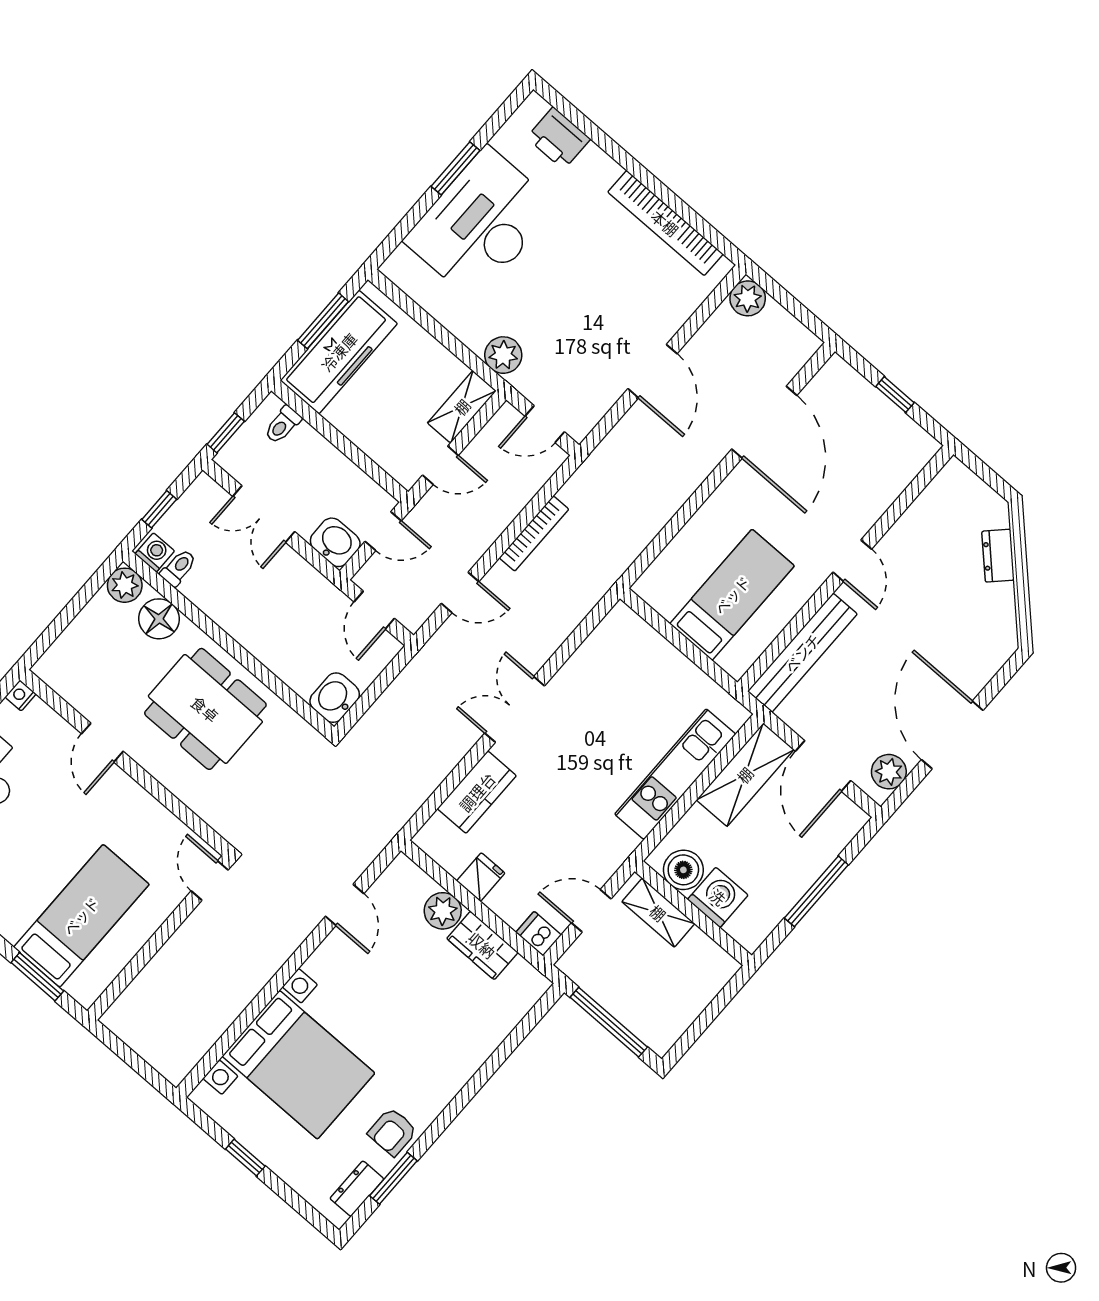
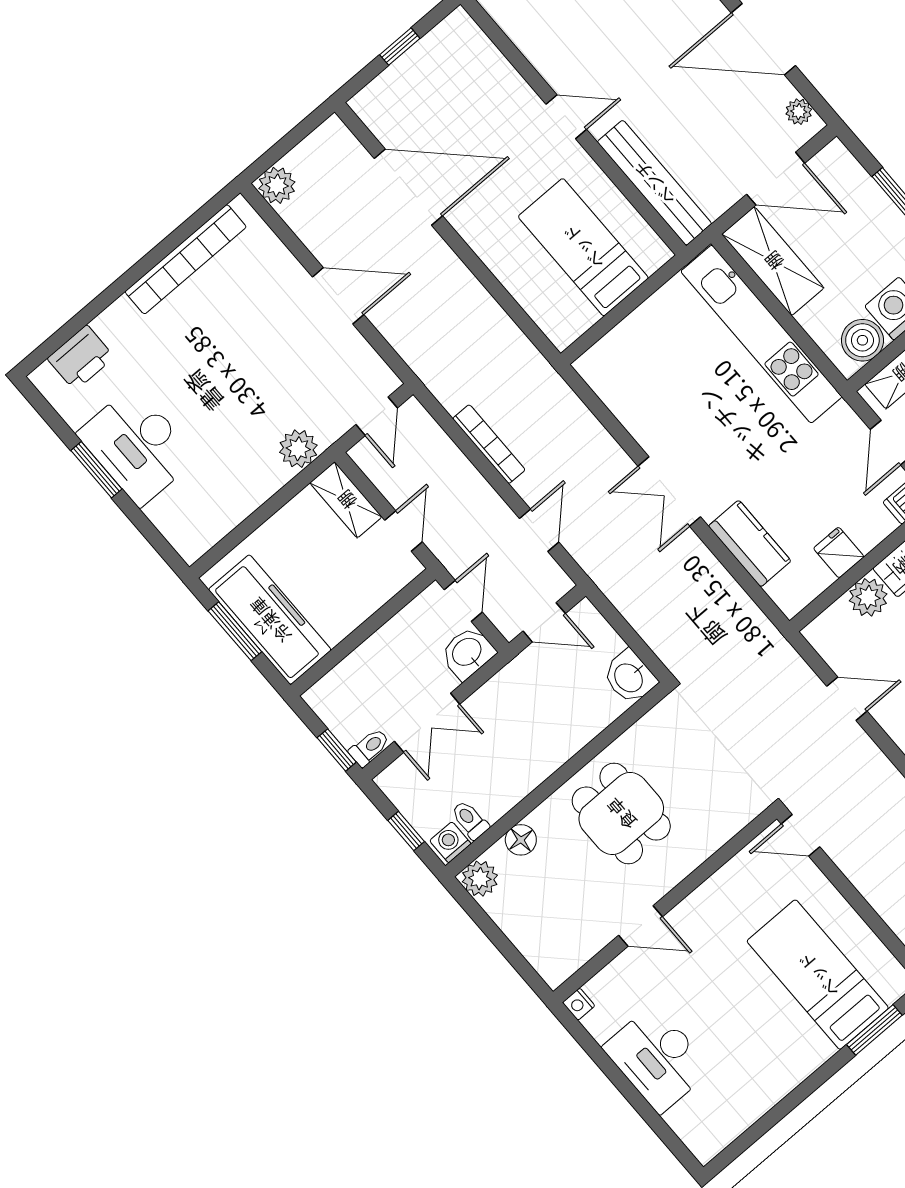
desk: (481, 224) -> (137, 446), width x0.73, depth x0.77
toilet: (283, 425) -> (369, 747), moved, turned -90
floor lamp: (159, 619) -> (521, 840), width x0.73, depth x0.73
dining table: (205, 709) -> (621, 814), width x0.73
plant: (889, 772) -> (799, 112), width x0.73, depth x0.73
kitchen unit: (675, 774) -> (761, 334), width x1.36

